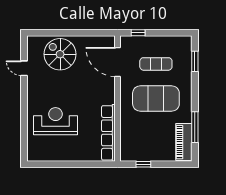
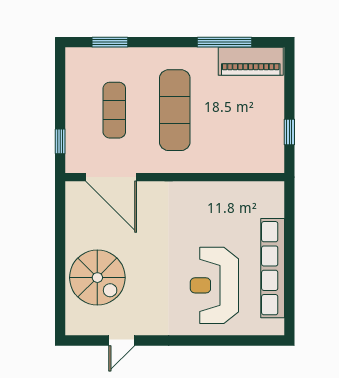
spiral stairs: (60, 54) -> (97, 278), turned -90
door: (118, 62) -> (111, 177), hinge flipped
exercise mat: (156, 99) -> (175, 110), width x0.68
row of seats: (108, 133) -> (273, 268), moved, turned 90

